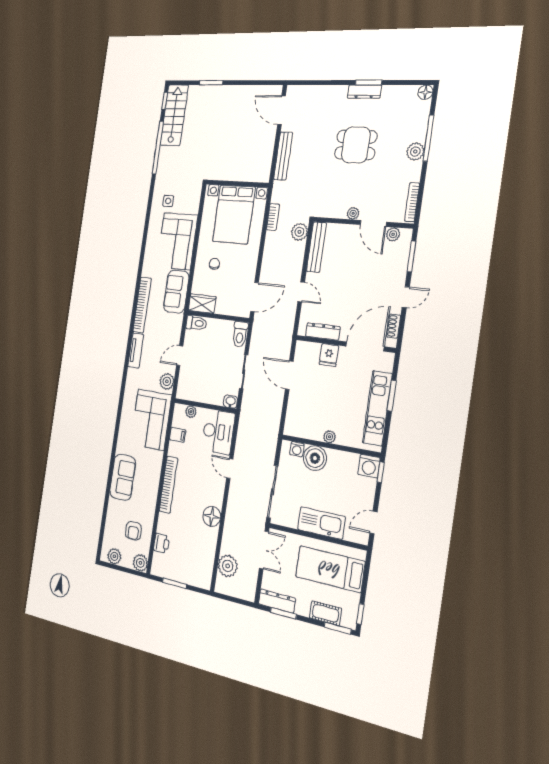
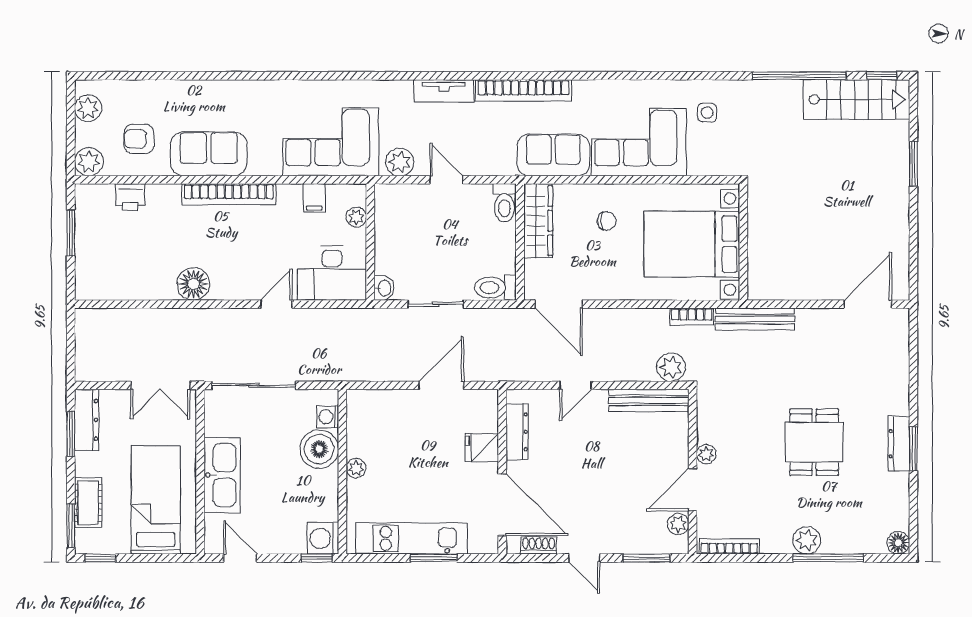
bench: (283, 156) -> (755, 319), moved
wardrobe: (202, 304) -> (538, 221), width x1.50
sofa: (123, 477) -> (209, 154), moved, turned 180
plant: (228, 566) -> (121, 326), removed

